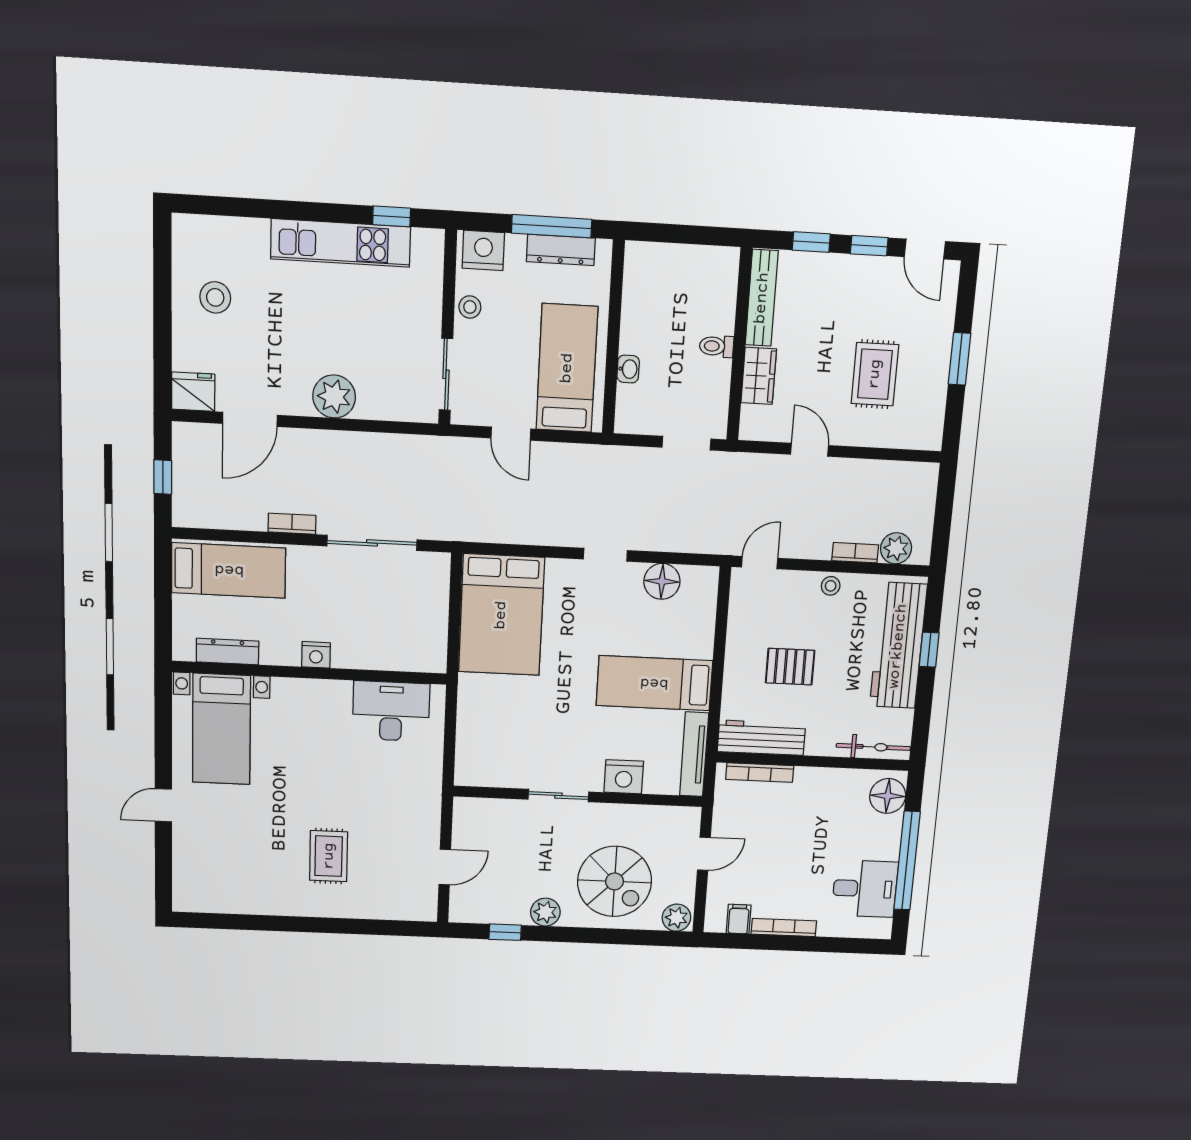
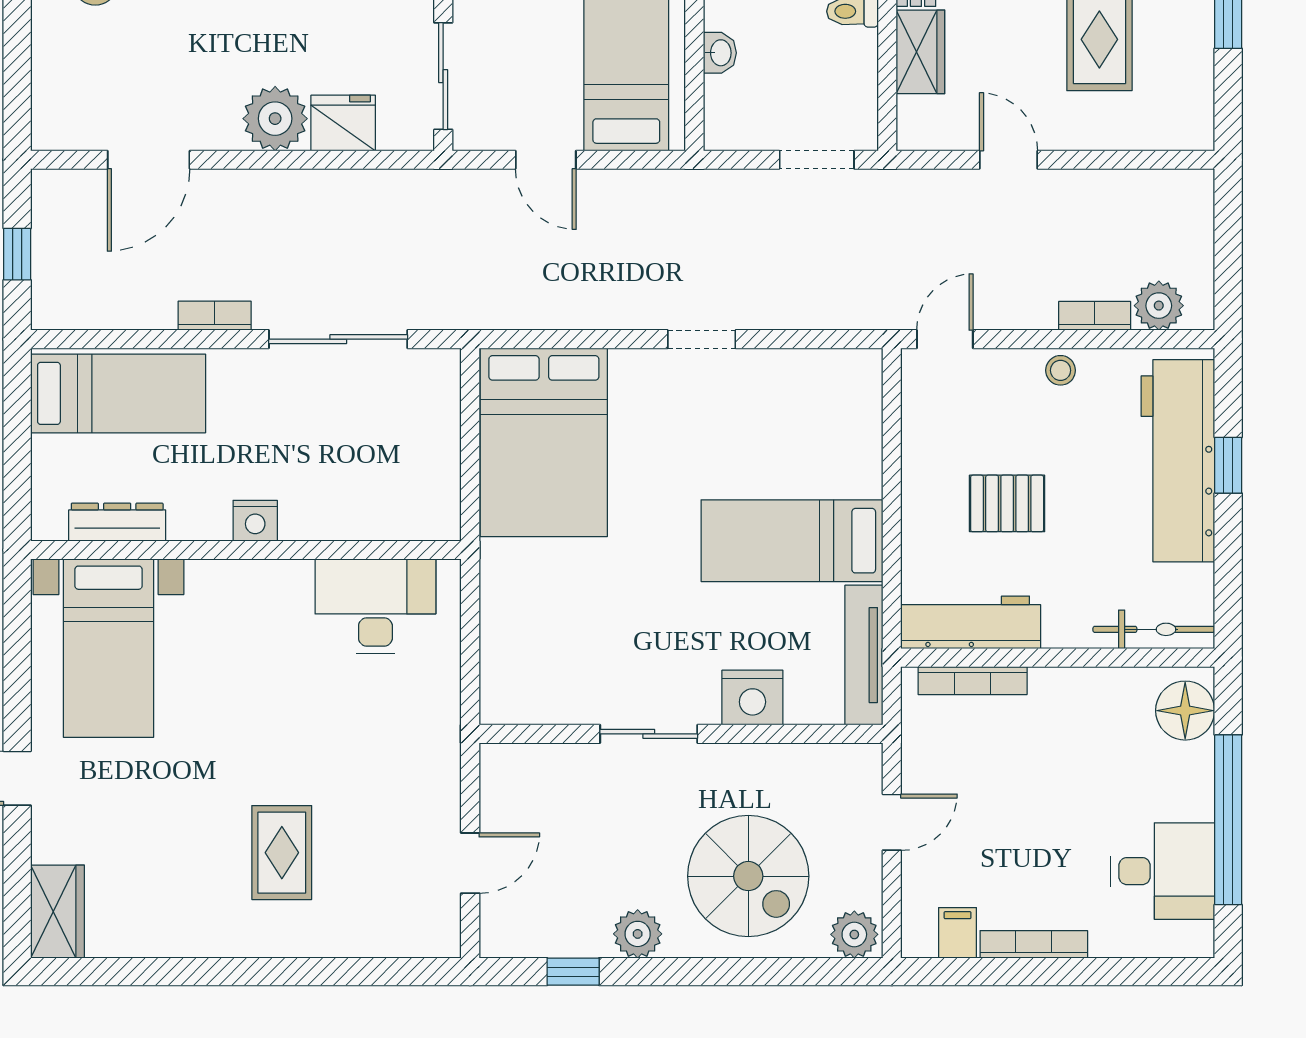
fridge: (193, 392) -> (343, 123), moved
floor lamp: (662, 581) -> (793, 377), removed
wardrobe: (189, 885) -> (58, 912), added

